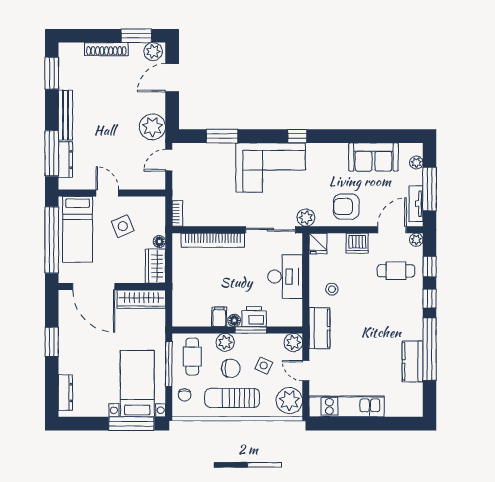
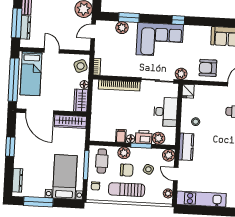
plant: (212, 152) -> (122, 28), added
side table: (123, 226) -> (81, 66), moved
dishwasher: (357, 243) -> (214, 92), removed
plant: (277, 317) -> (159, 138), added
plant: (289, 401) -> (168, 193), width x0.53, depth x0.53
window: (131, 424) -> (38, 202), moved

